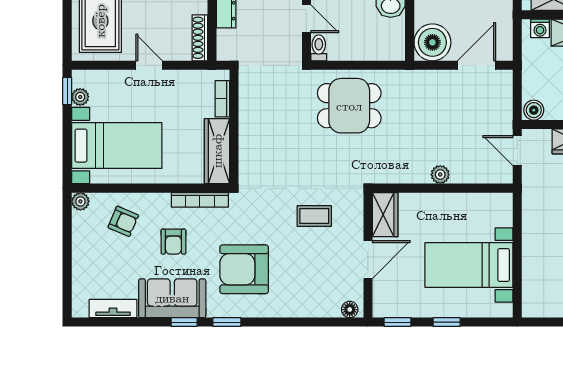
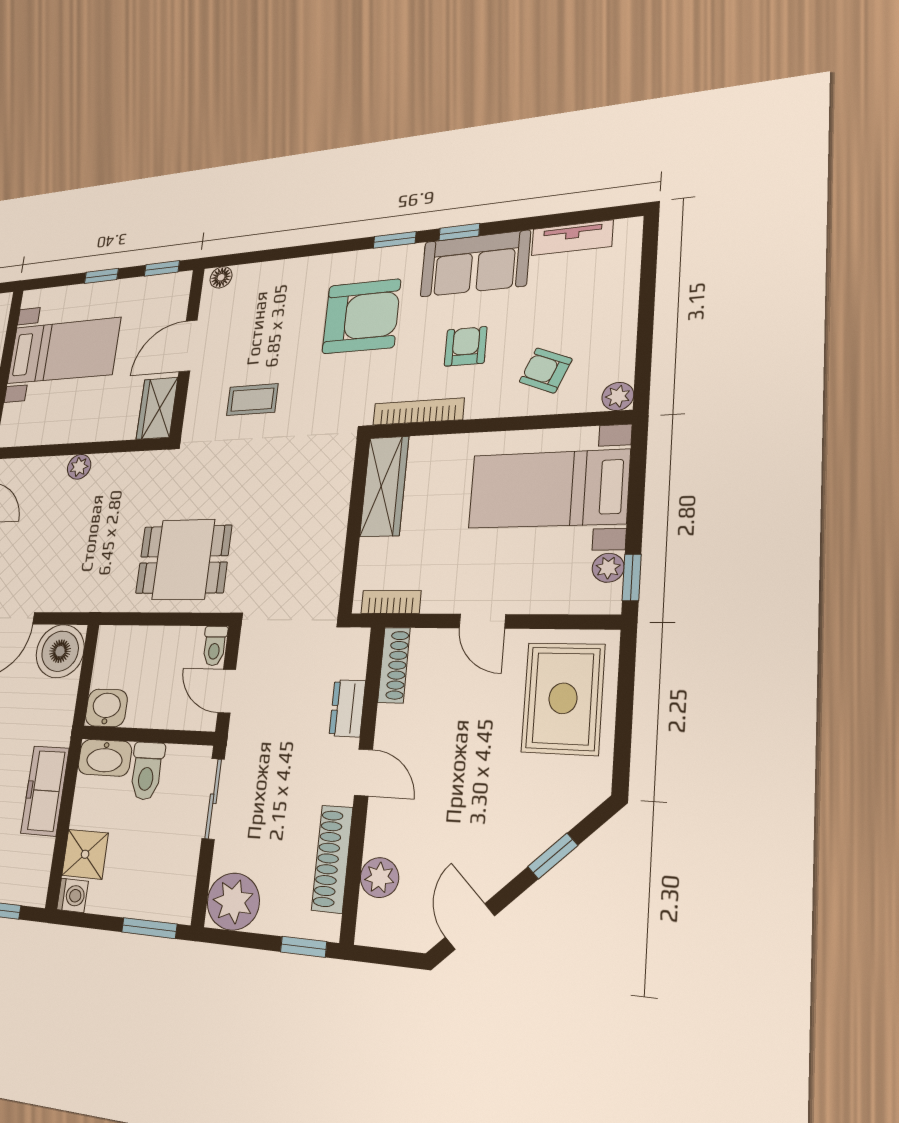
bookcase: (222, 99) -> (391, 602), moved, turned -90

